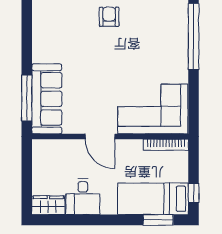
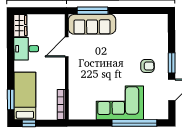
corner sofa: (153, 109) -> (120, 103), moved, turned -90
door: (100, 136) -> (67, 47), moved

